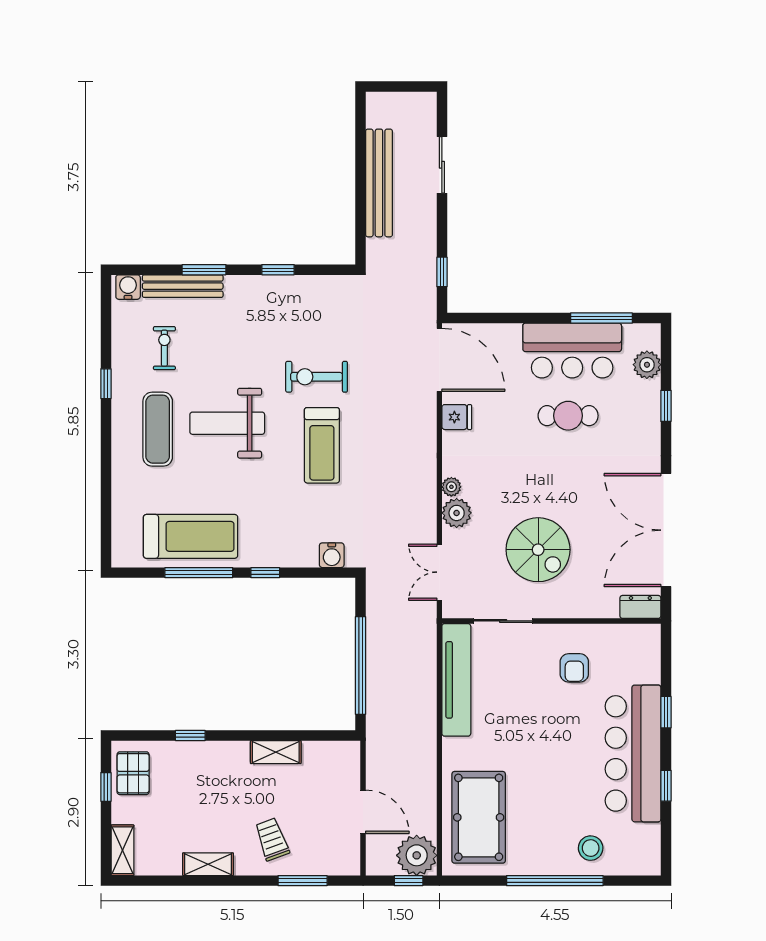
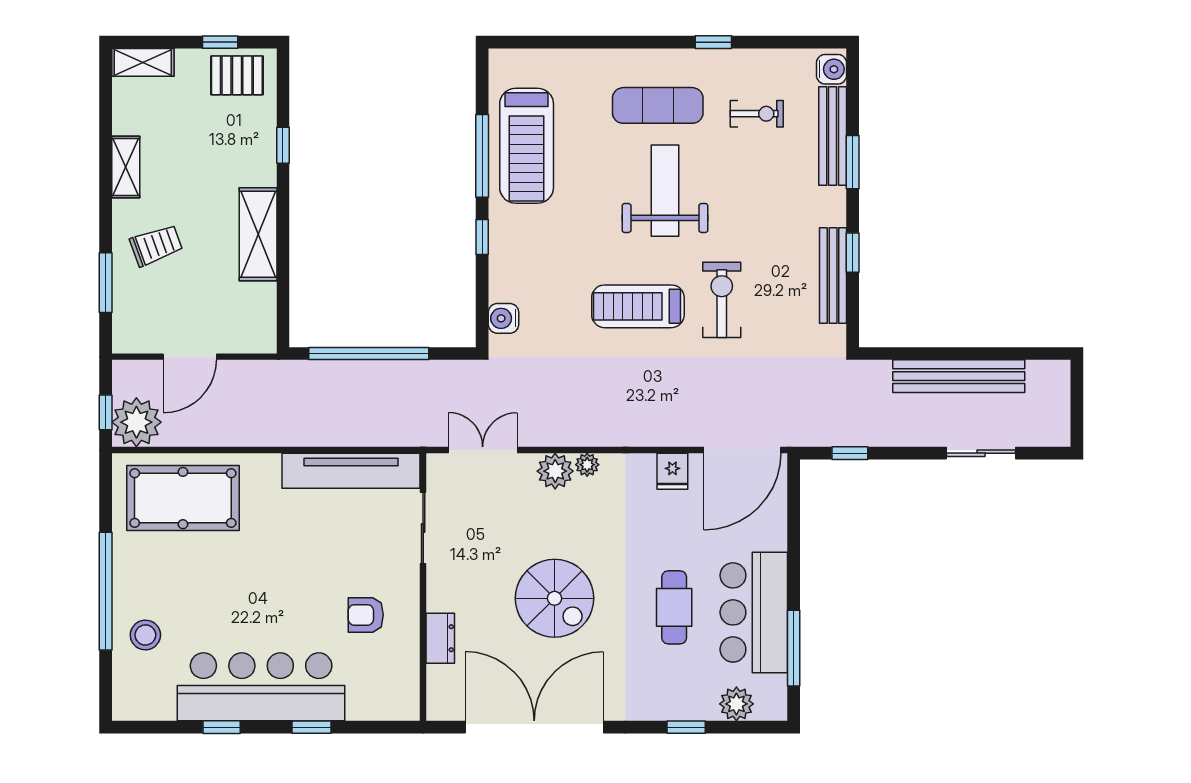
bench: (297, 286) -> (833, 276), added
spiral stairs: (538, 550) -> (555, 598), moved, turned -90
dresser: (640, 607) -> (440, 638), moved
shelving: (276, 752) -> (258, 234), width x1.50, depth x1.33

